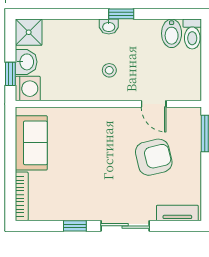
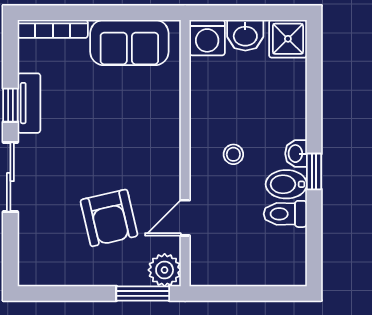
bidet: (172, 33) -> (286, 184), moved
toilet: (192, 34) -> (285, 214), moved
window: (10, 74) -> (228, 13), removed
plant: (190, 118) -> (165, 270), added
tv unit: (177, 213) -> (29, 103), moved

